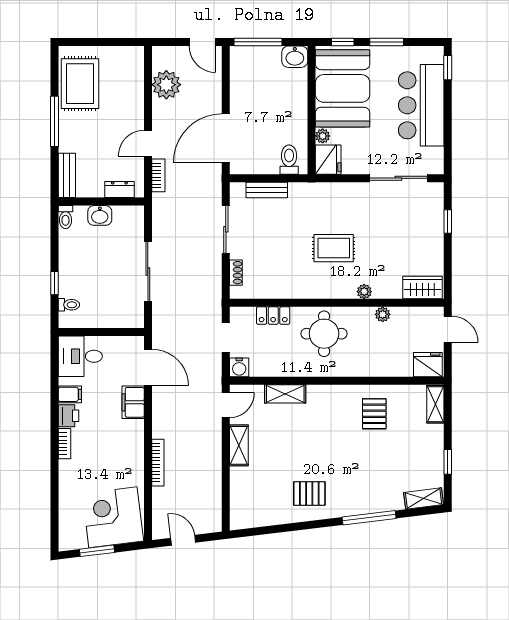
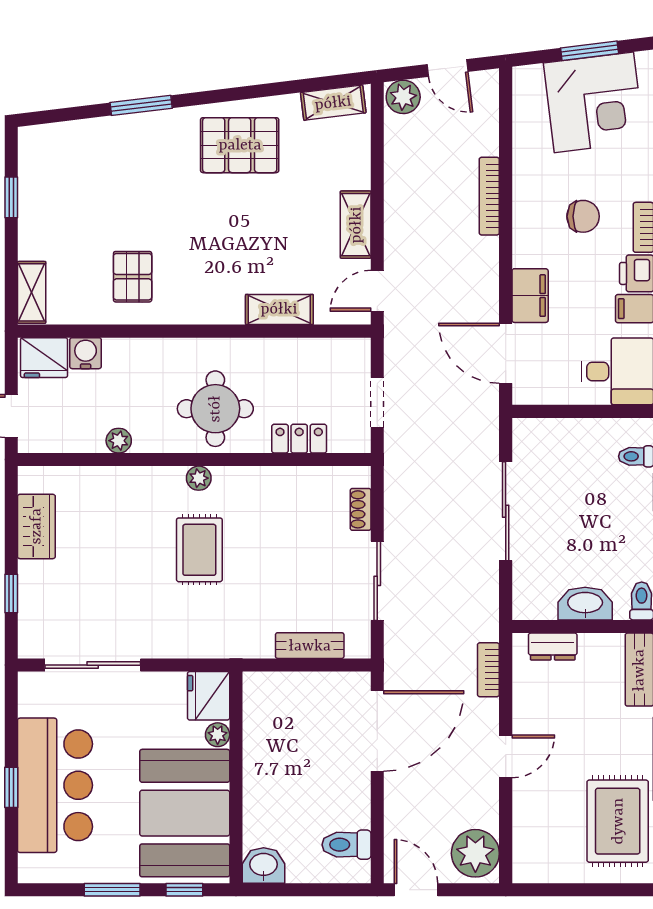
window: (258, 42) -> (324, 890), removed
window: (448, 68) -> (11, 787), moved
plant: (166, 85) -> (475, 853), moved
door: (148, 143) -> (506, 756), moved
toilet: (289, 160) -> (346, 845), moved, turned 90
washbasin: (100, 215) -> (585, 604), width x1.38
rug: (334, 248) -> (199, 550), turned 90
wardrobe: (423, 288) -> (36, 526), moved, turned -90
plant: (364, 292) -> (199, 478), moved
water cooler: (239, 367) -> (86, 353), moved
chair: (101, 450) -> (583, 216), added
pallet: (309, 494) -> (240, 145), width x1.50, depth x1.42
shelving: (424, 498) -> (333, 103), moved
corner desk: (113, 517) -> (594, 102), moved
window: (369, 518) -> (141, 105), width x0.69
plant: (210, 523) -> (403, 97), added

